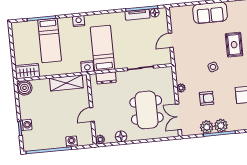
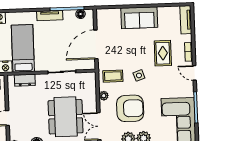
tv unit: (137, 15) -> (50, 15), moved
door: (171, 40) -> (96, 44), width x1.88
coffee table: (189, 69) -> (113, 76), added
armchair: (207, 98) -> (130, 108), width x1.88, depth x1.88

